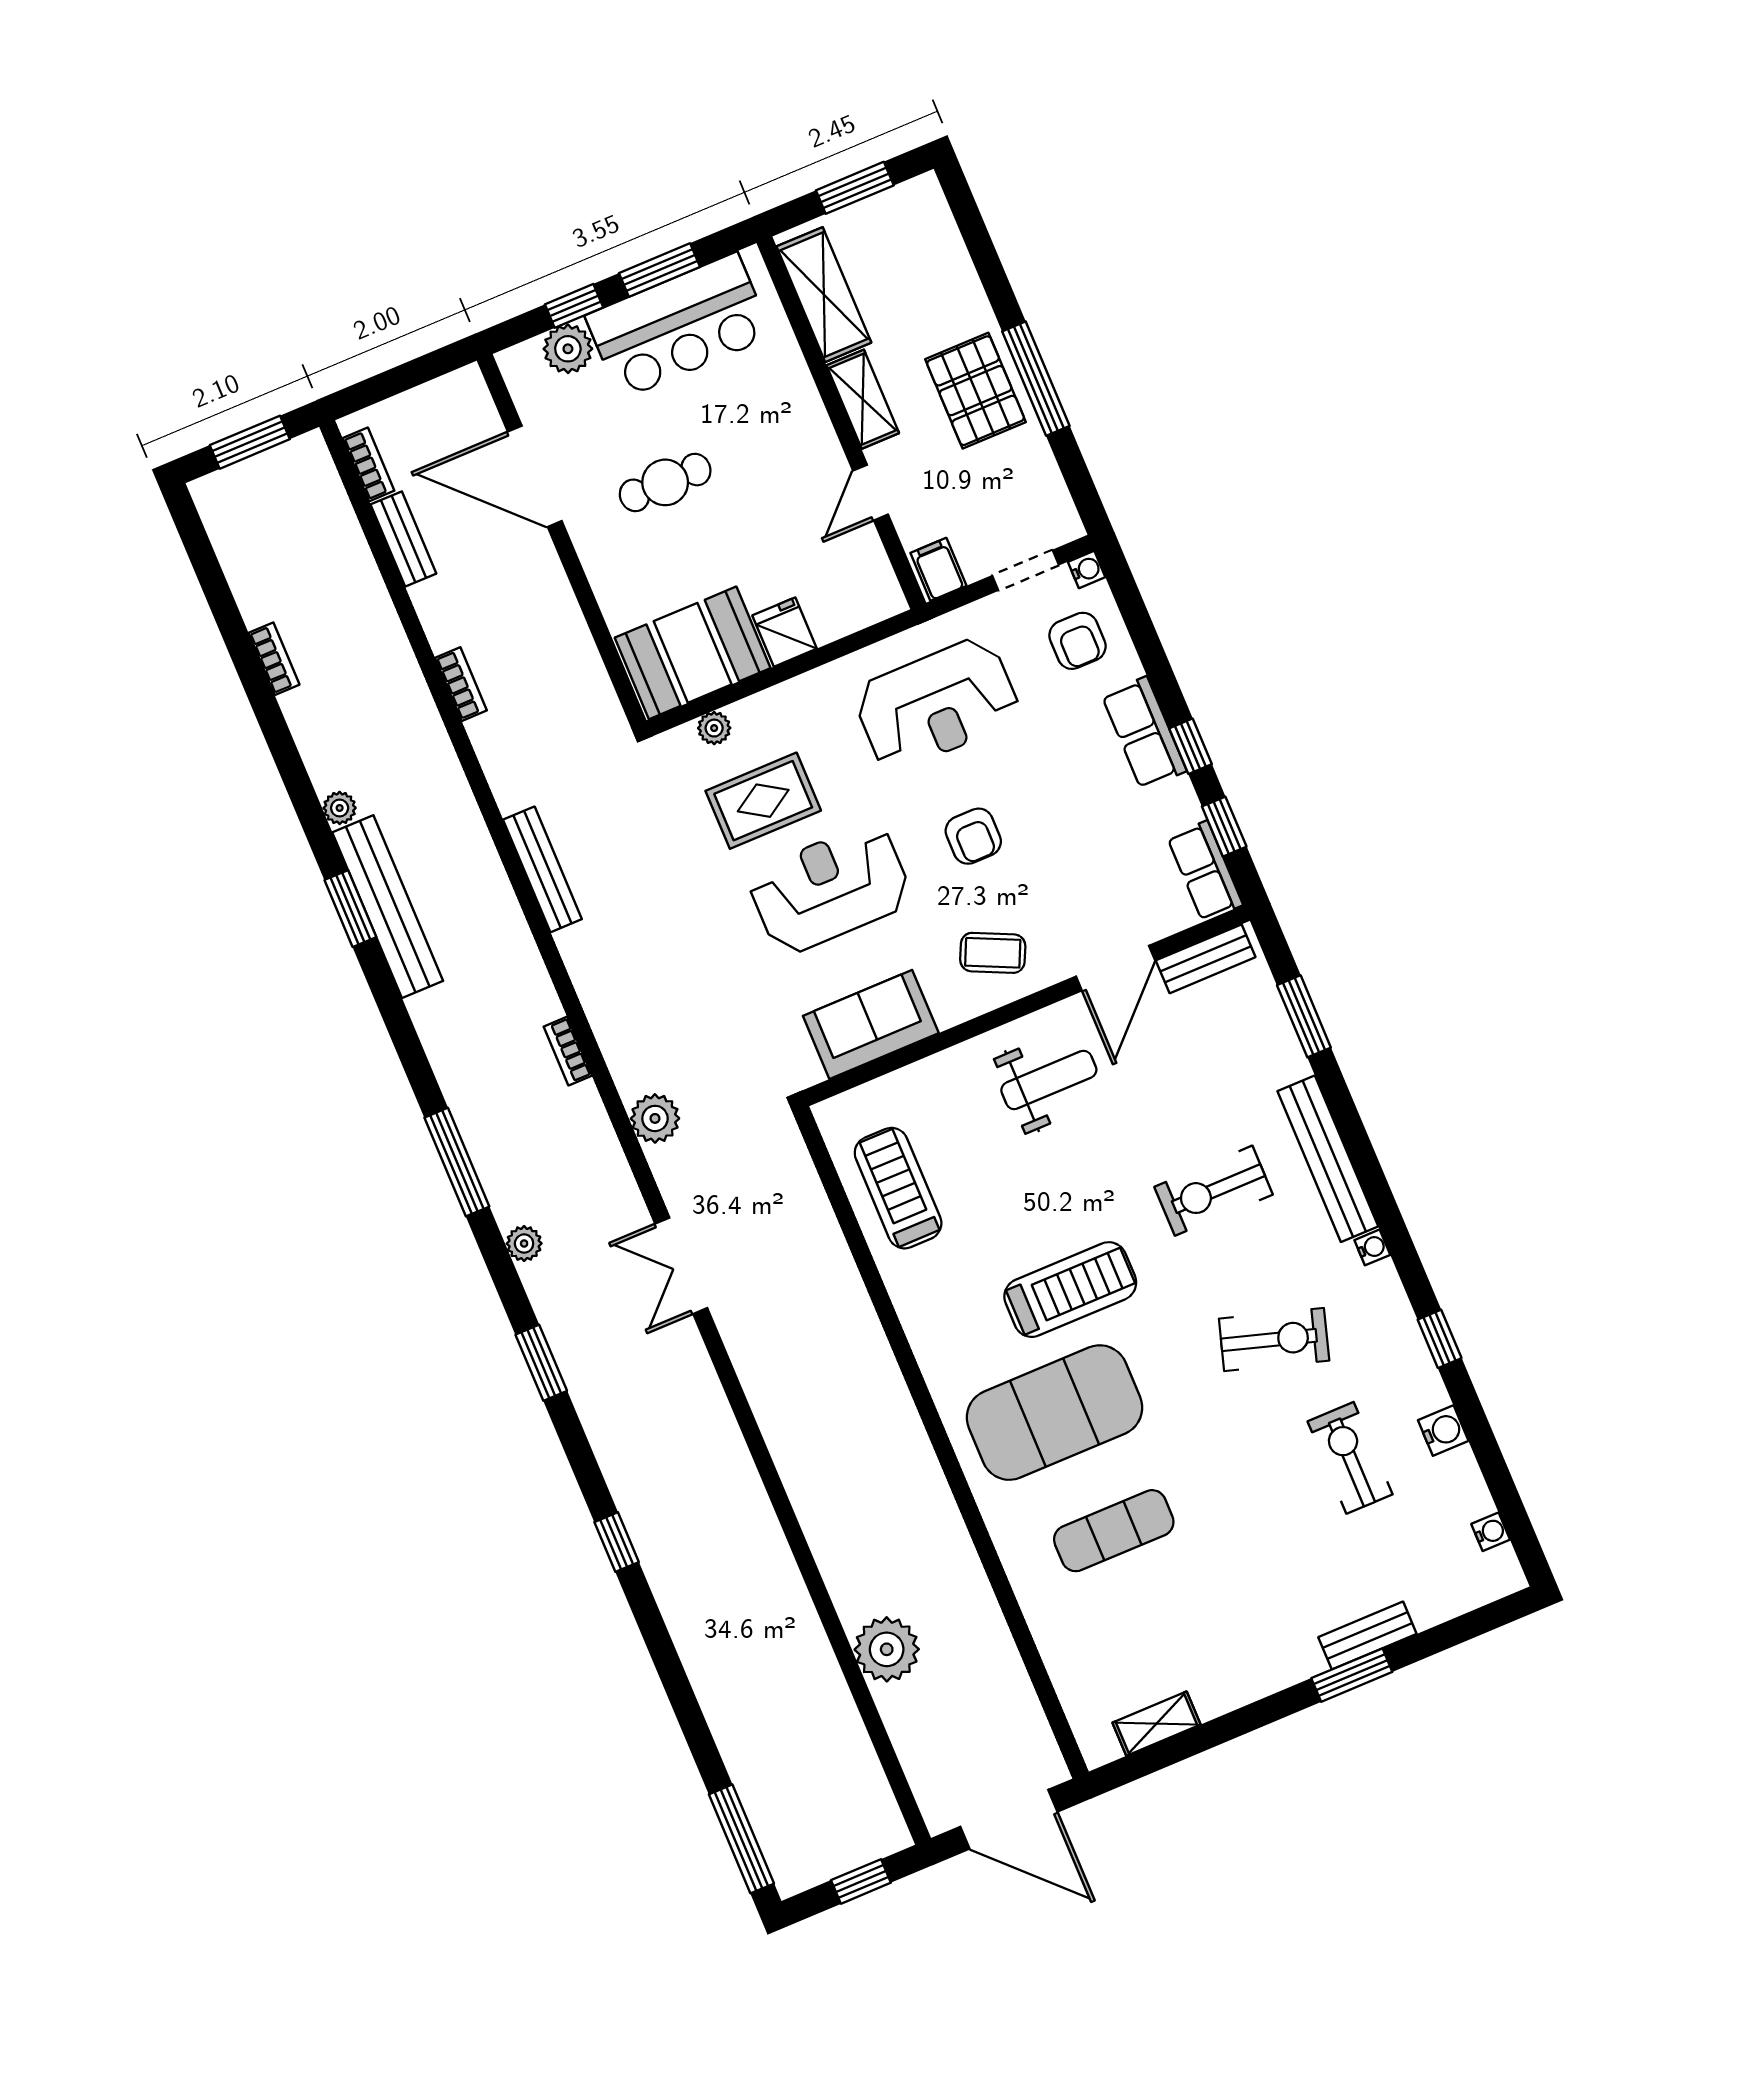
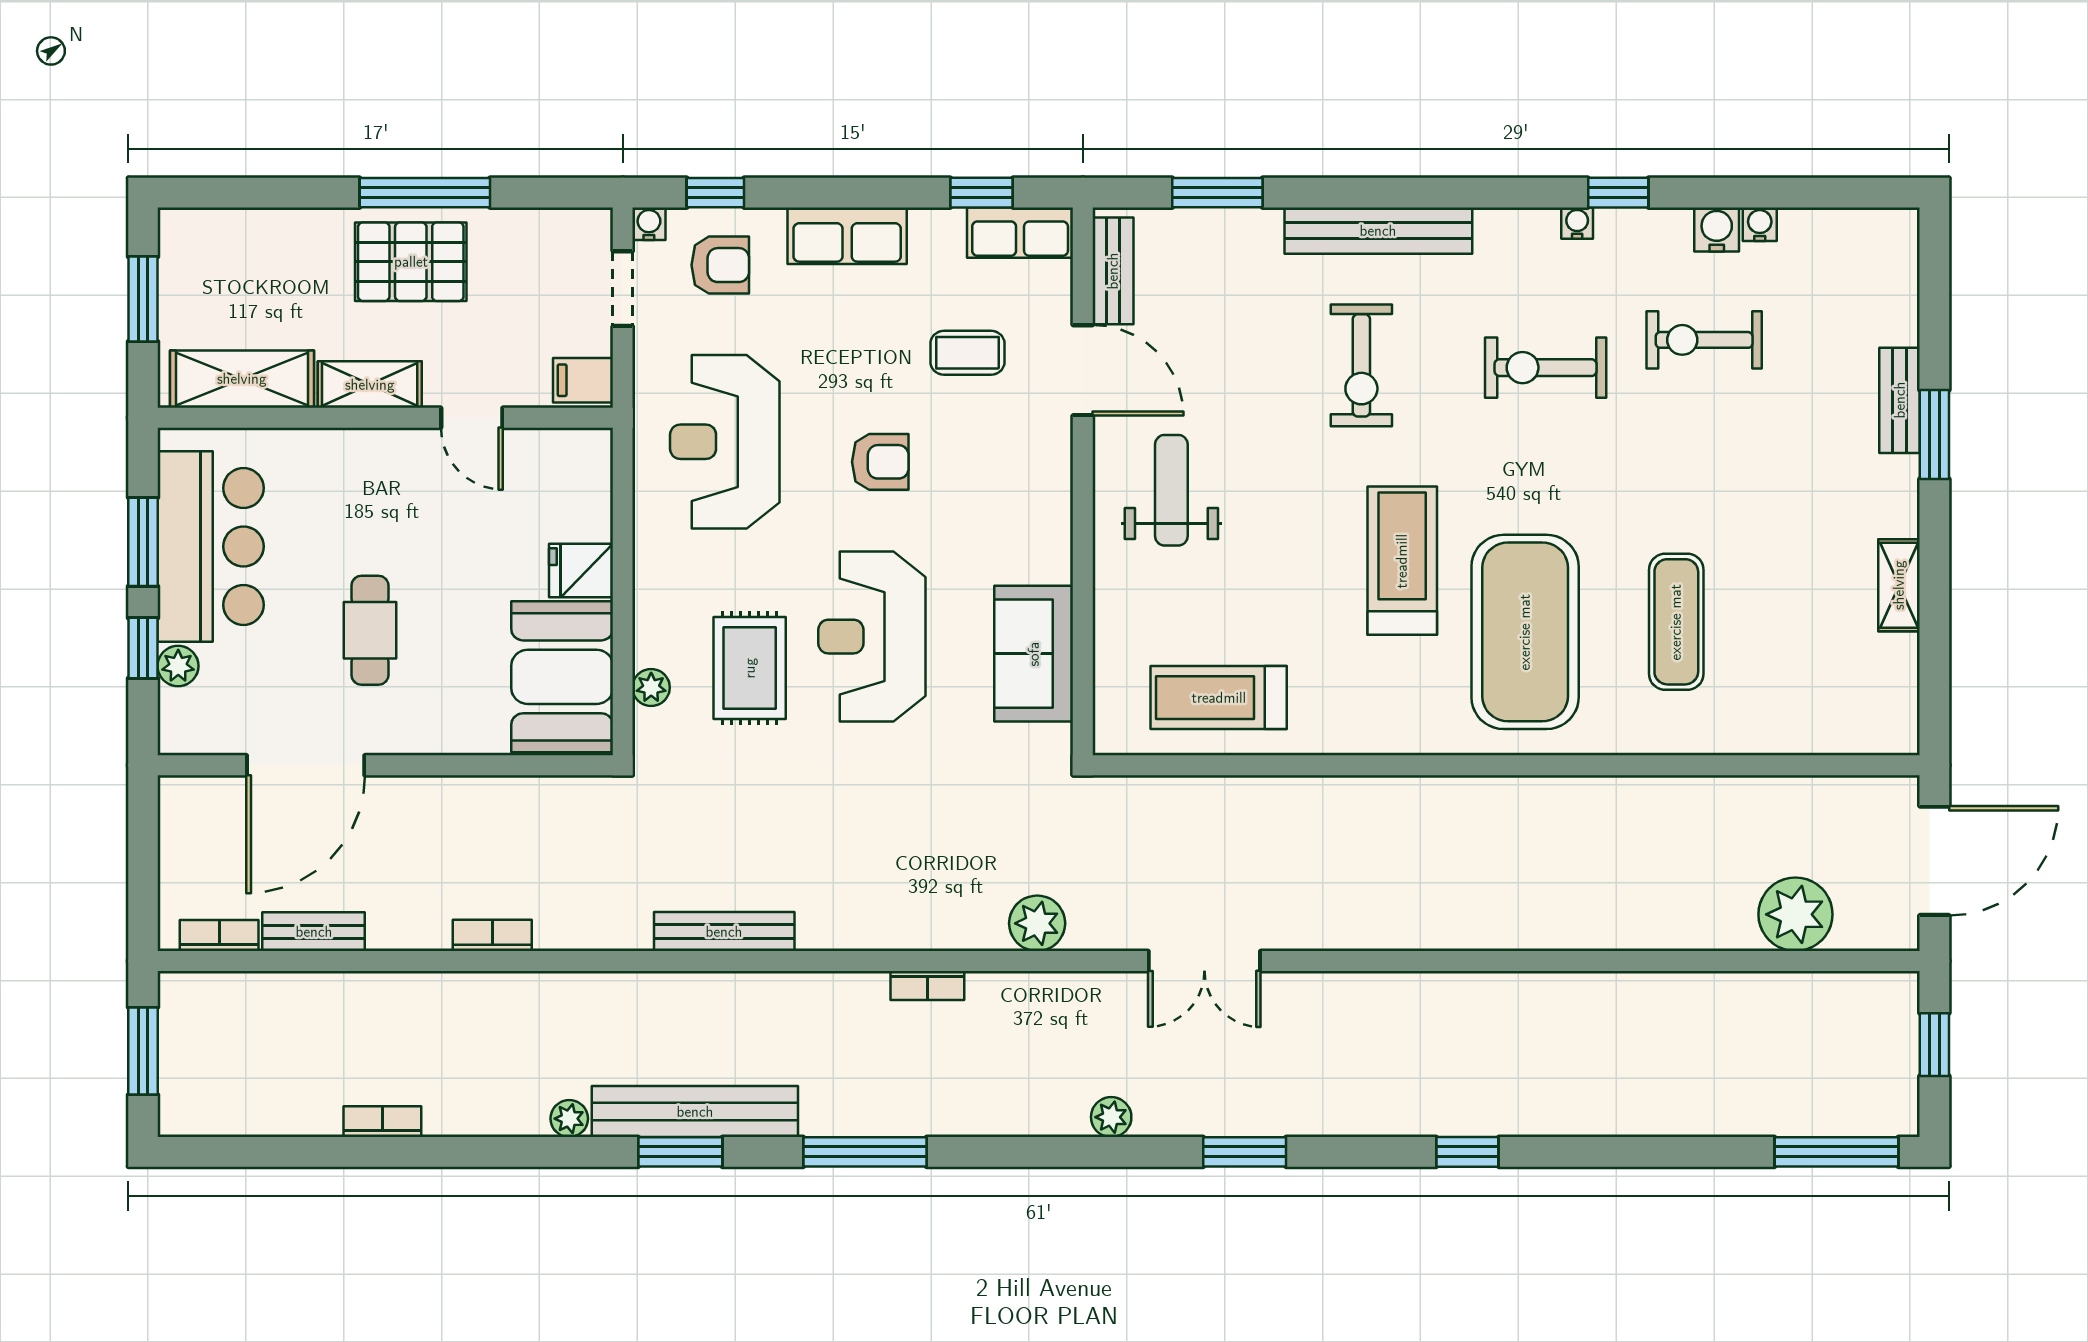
plant: (568, 349) -> (178, 666), width x0.73, depth x0.73
reception desk: (937, 704) -> (725, 442), turned 180
window: (1190, 746) -> (715, 193), moved
coffee table: (993, 953) -> (967, 353), moved, turned 65
window: (457, 1162) -> (865, 1152), moved
water cooler: (1372, 1247) -> (1577, 223), moved
exercise bike: (1274, 1340) -> (1546, 368), turned -107
water cooler: (1491, 1532) -> (1760, 224), moved
plant: (887, 1649) -> (1795, 914), moved
shelving: (1157, 1724) -> (1899, 585), moved

